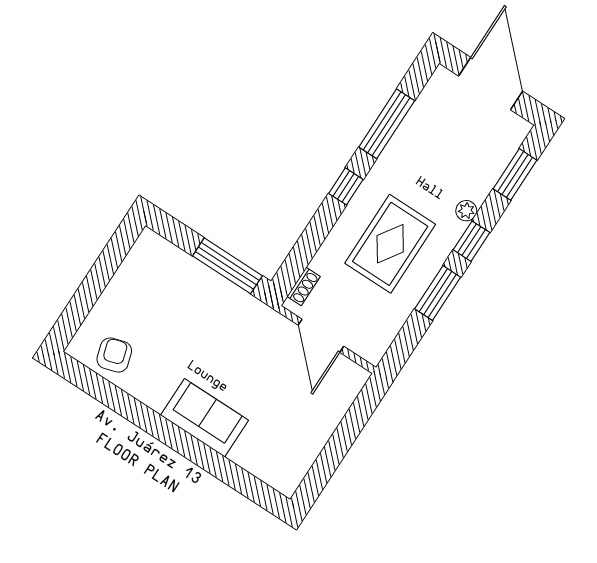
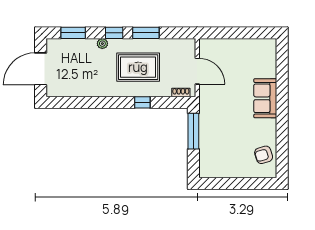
window: (387, 124) -> (87, 102), removed
window: (346, 186) -> (142, 102), moved
door: (321, 336) -> (197, 71), hinge flipped

